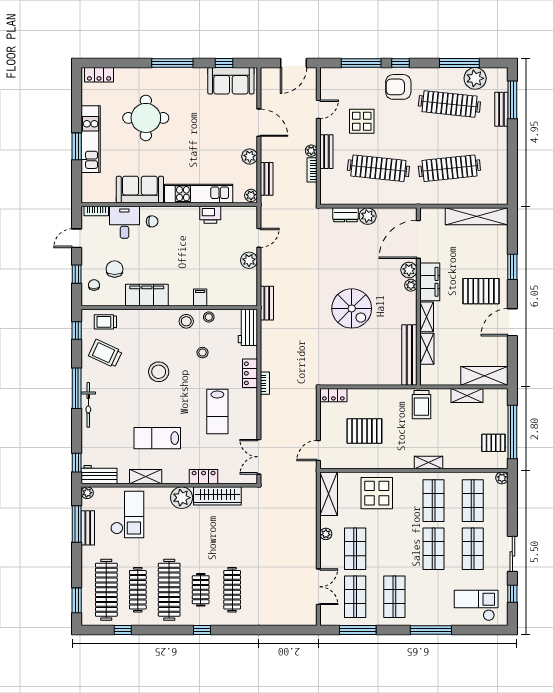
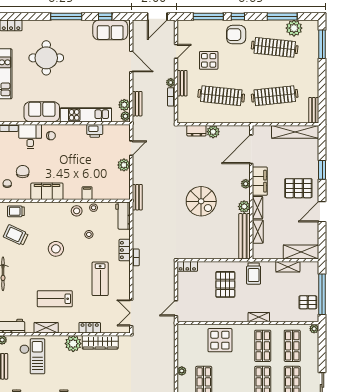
bench: (501, 109) -> (314, 110), moved
plant: (250, 156) -> (124, 105), moved
plant: (409, 270) -> (244, 207), moved
pallet: (364, 431) -> (225, 284), moved, turned 90
shelving: (329, 494) -> (184, 341), removed

